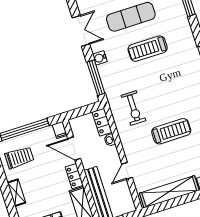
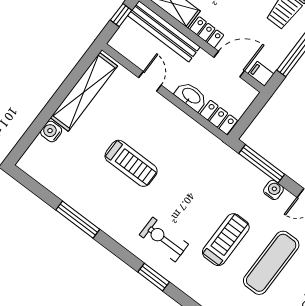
exercise bike: (134, 108) -> (164, 240), moved
treadmill: (171, 131) -> (131, 163), turned -90
washbasin: (110, 140) -> (191, 96), width x1.91, depth x1.45

